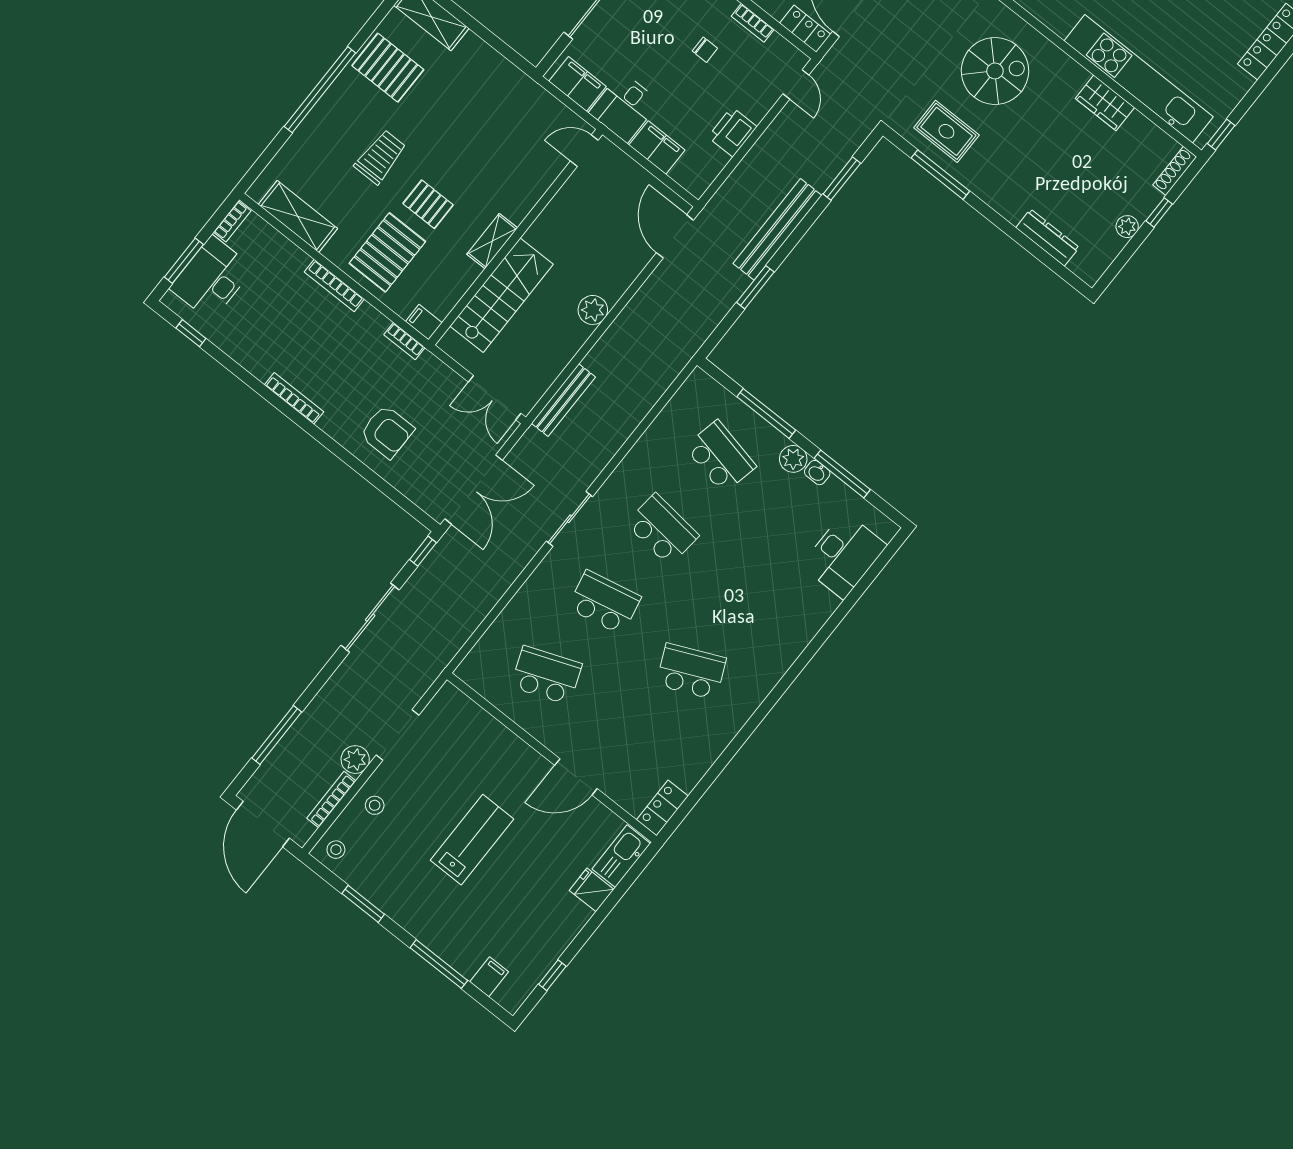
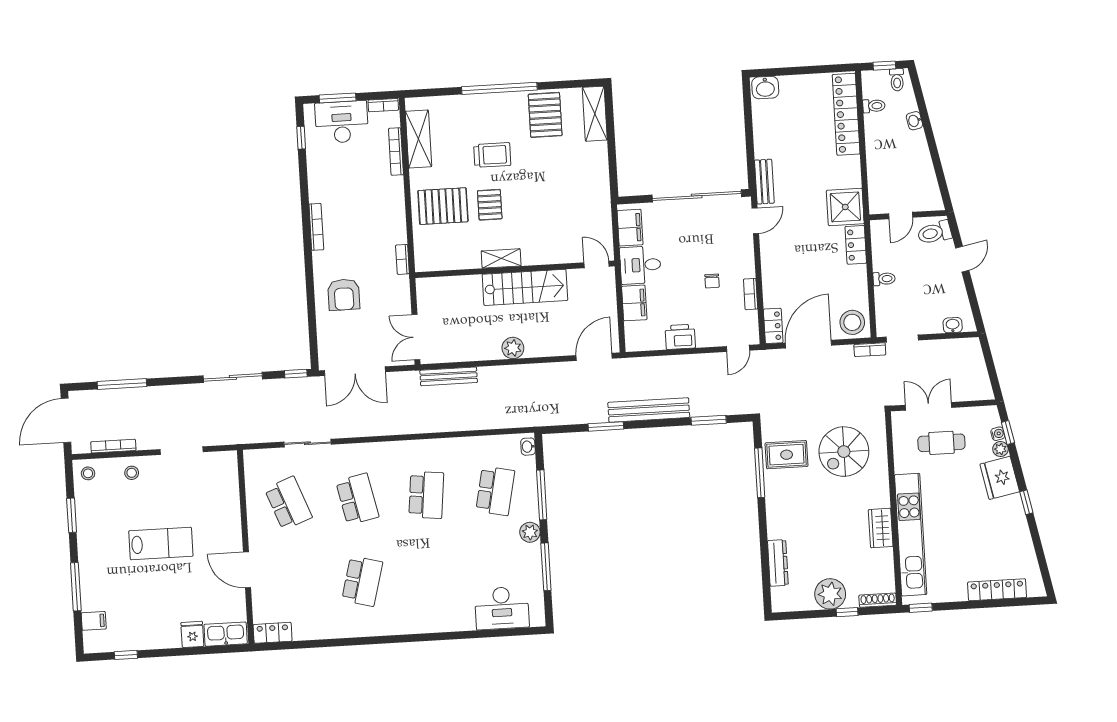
spiral stairs: (995, 71) -> (844, 452), turned 90
rug: (946, 131) -> (787, 455), turned 90
plant: (1127, 227) -> (830, 594), width x1.87, depth x1.87
bookcase: (334, 286) -> (396, 152), moved
stairs: (501, 295) -> (525, 287), moved
filing cabinet: (424, 322) -> (423, 261), removed
washbasin: (817, 473) -> (528, 447), moved
sliding door: (570, 519) -> (307, 443), moved
school desk: (691, 671) -> (362, 581), turned 39
plant: (355, 760) -> (147, 439), removed

